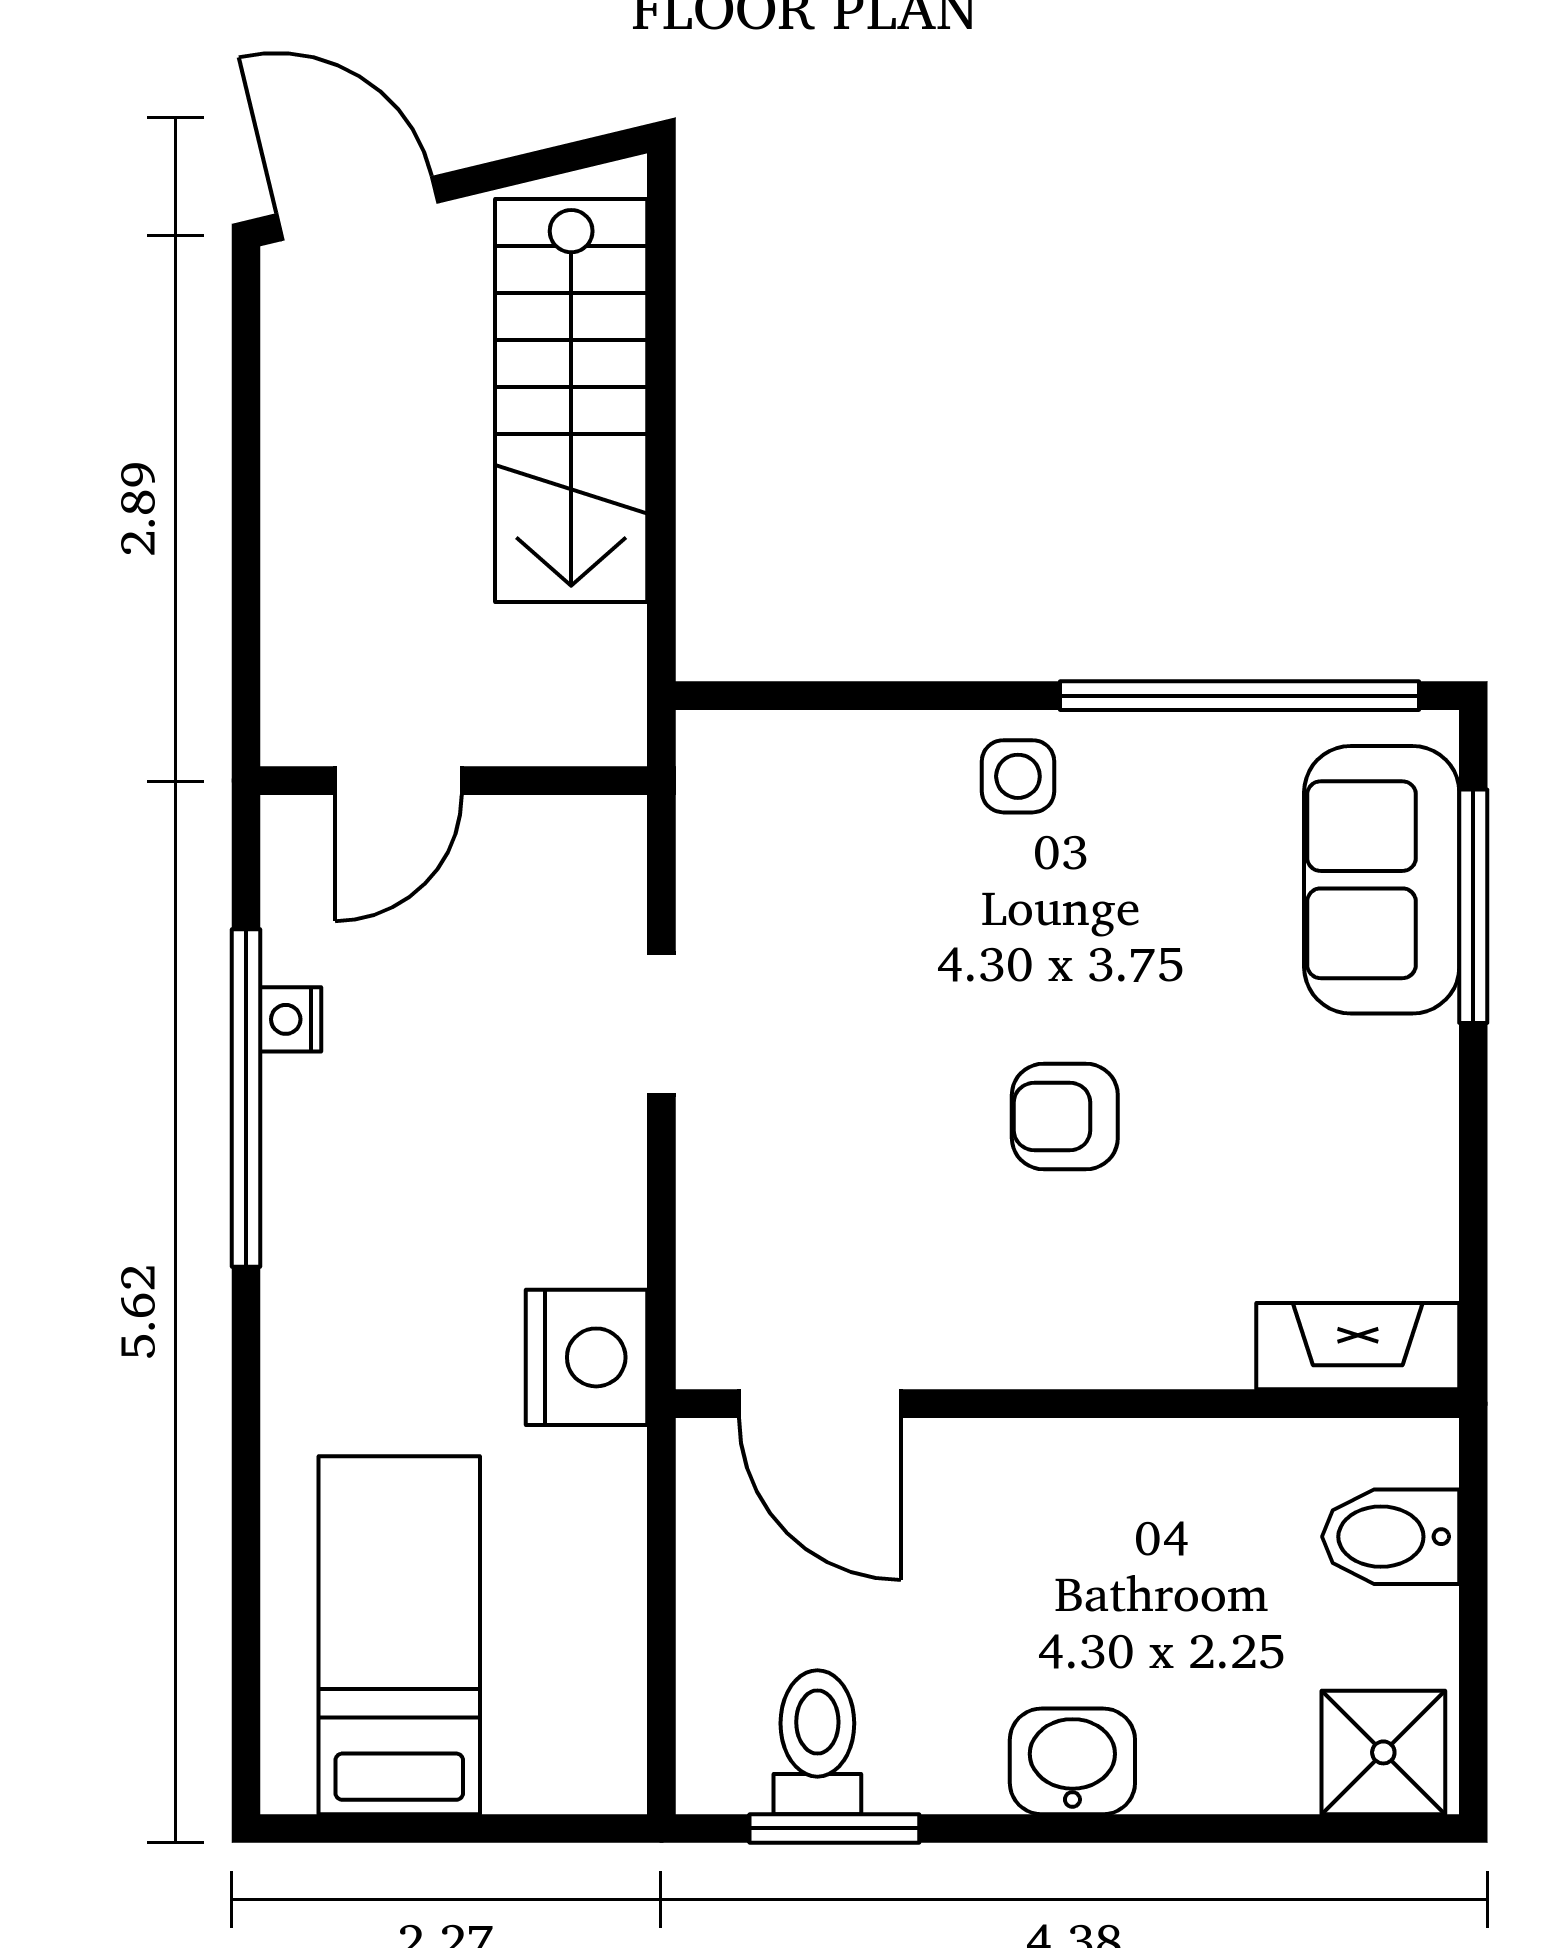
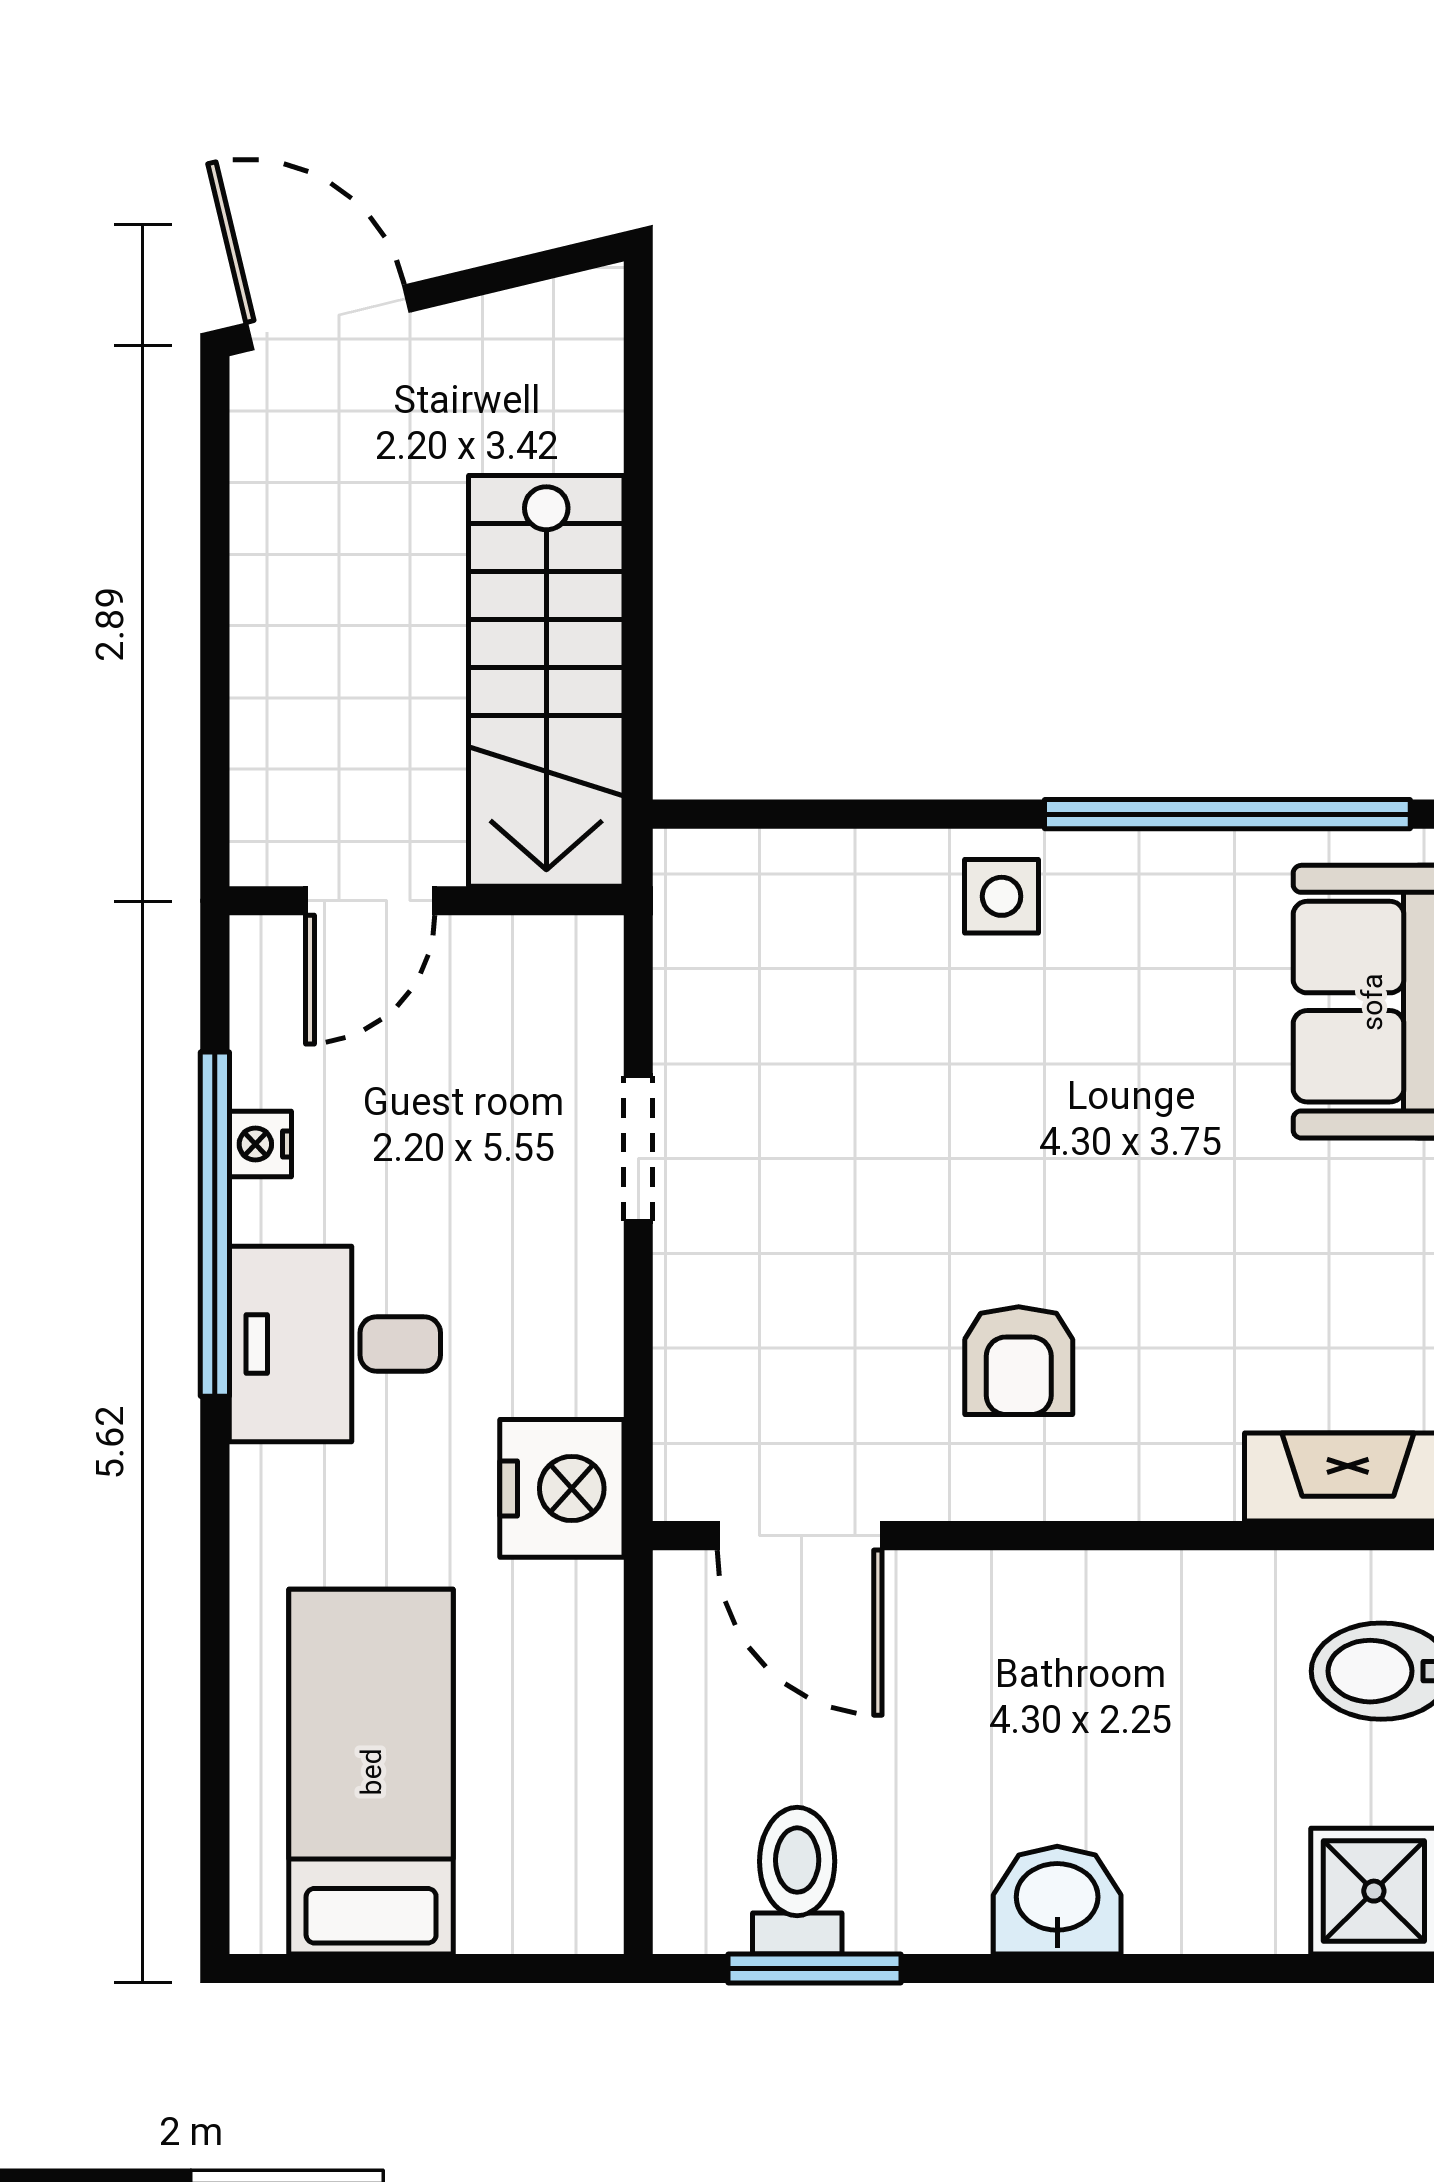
stairs: (571, 400) -> (546, 681), moved
armchair: (1065, 1116) -> (1019, 1361), moved, turned -90
desk: (364, 1216) -> (335, 1344), added

